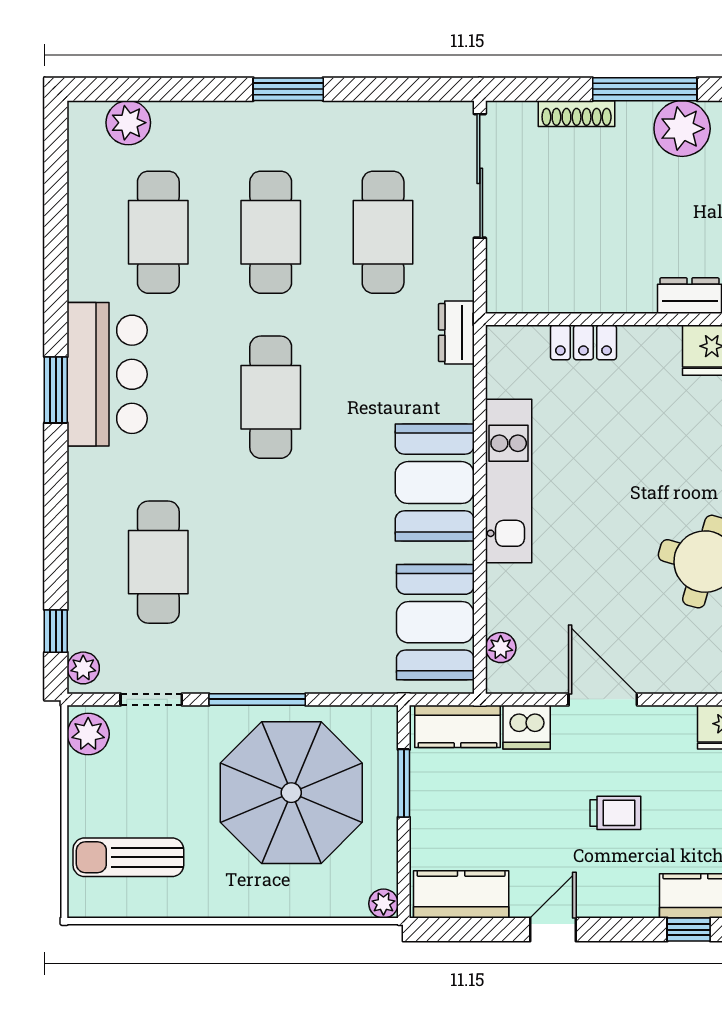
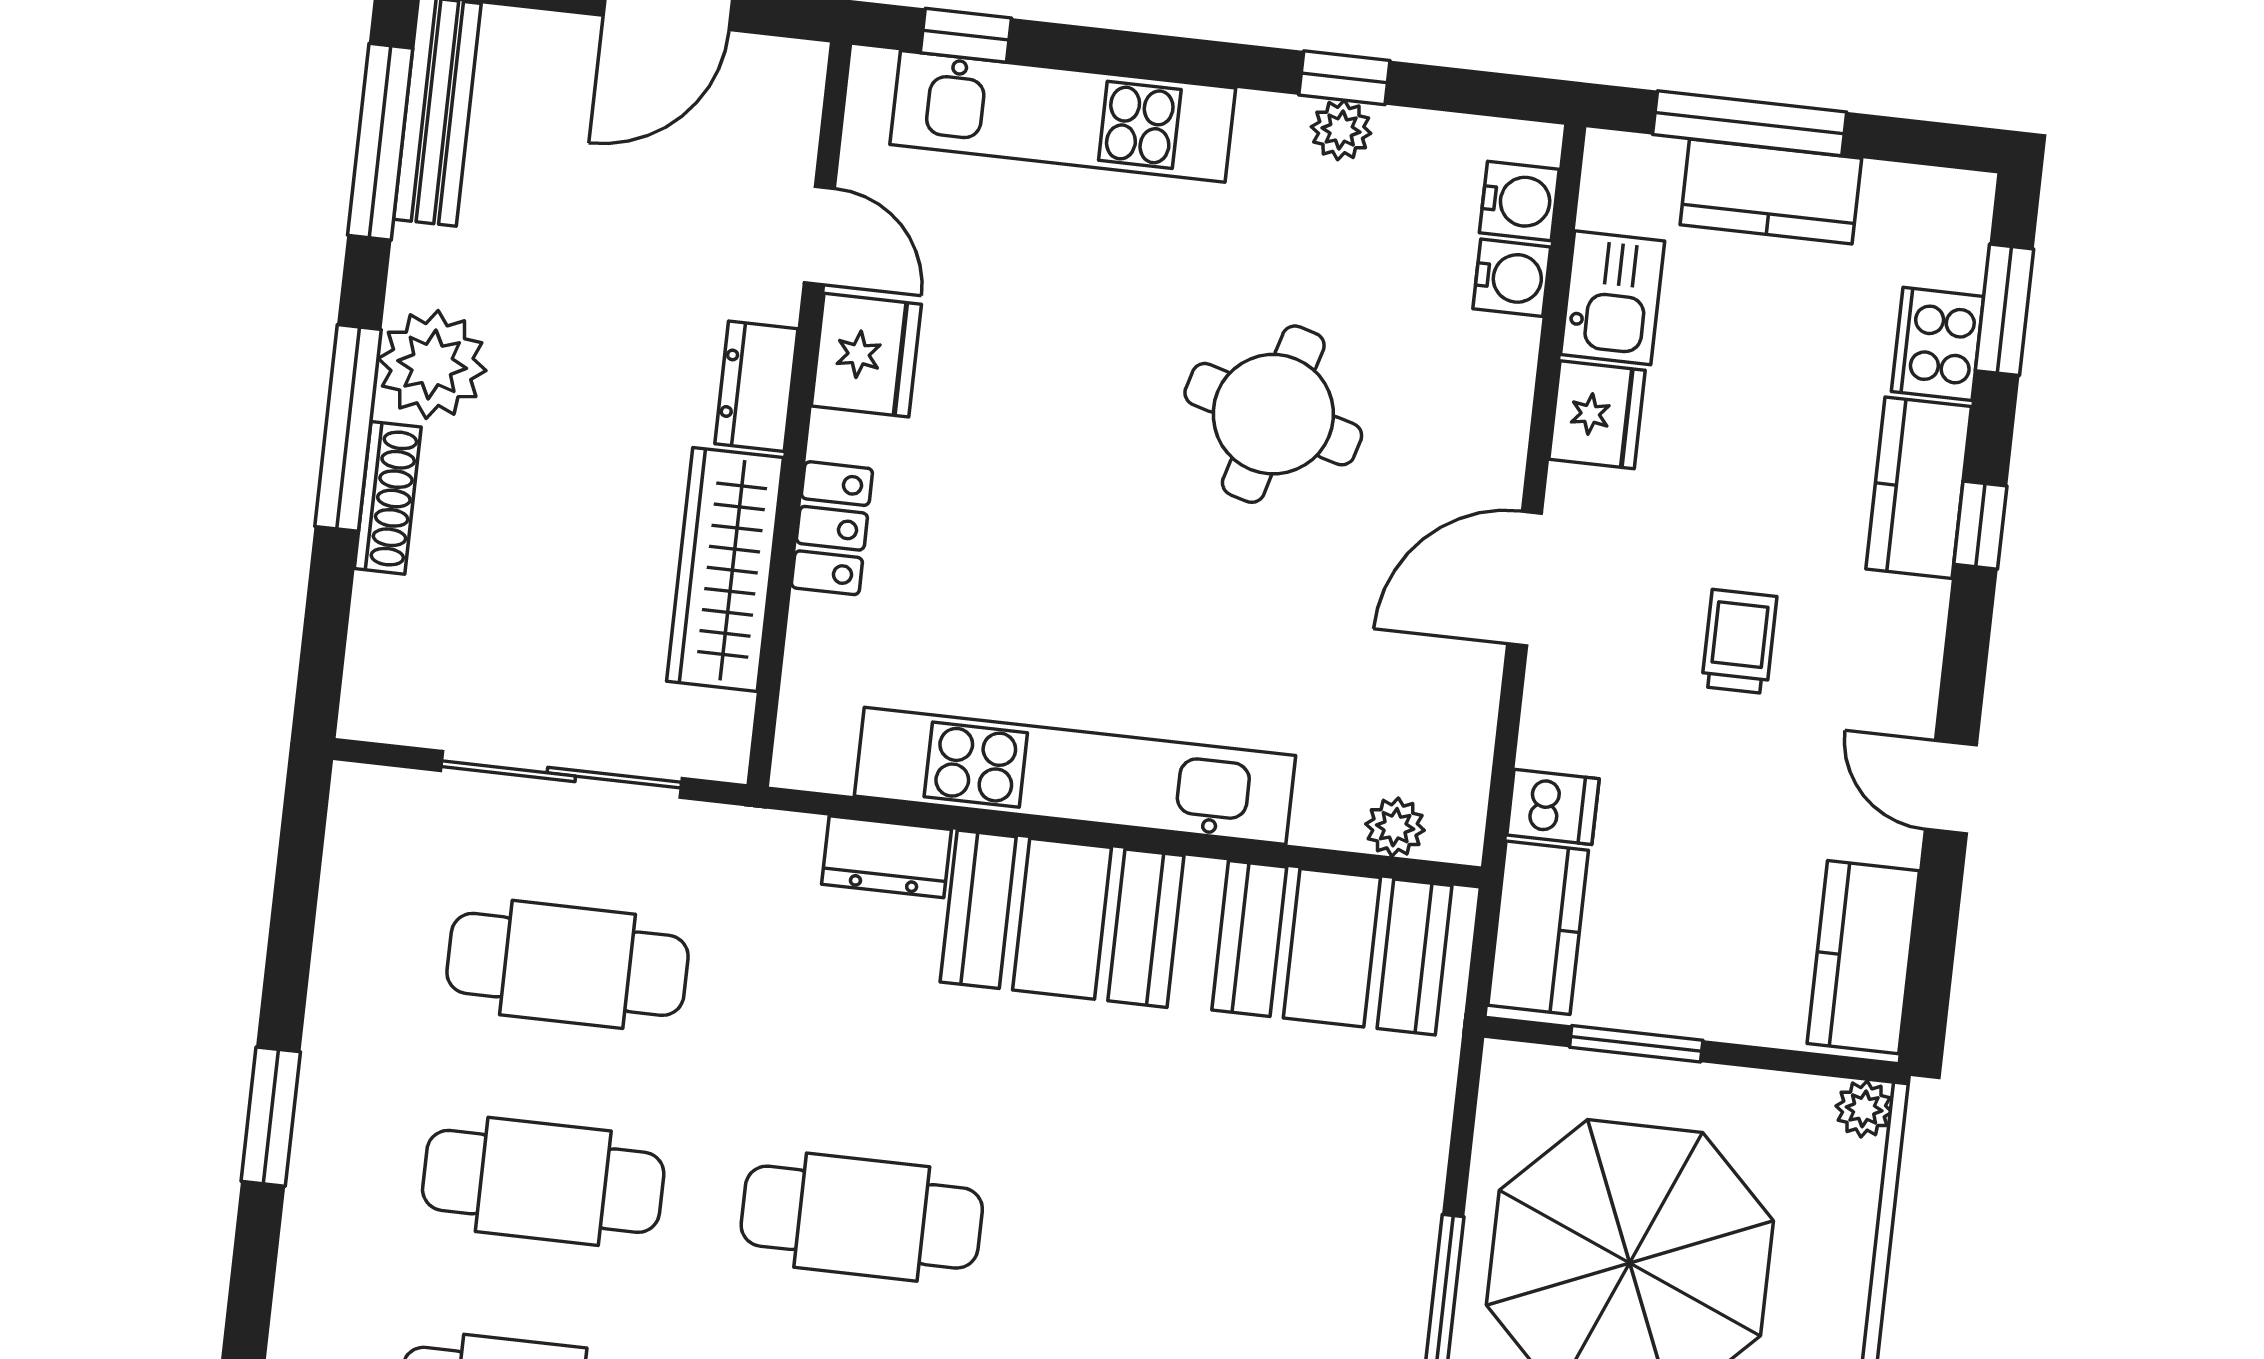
shoe rack: (577, 114) -> (388, 498), moved
sliding door: (480, 176) -> (561, 774), moved
wardrobe: (594, 290) -> (725, 569), added
dresser: (456, 333) -> (887, 857), moved
locker: (583, 342) -> (832, 528), moved
kitchen unit: (509, 481) -> (1075, 776), width x1.36
door: (603, 699) -> (1524, 579), moved
dishwasher: (527, 727) -> (1553, 807), width x0.73

